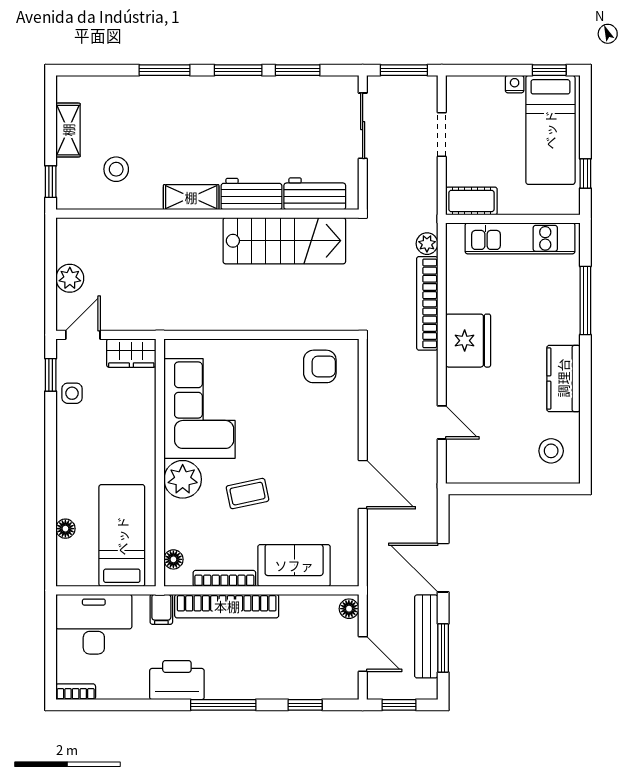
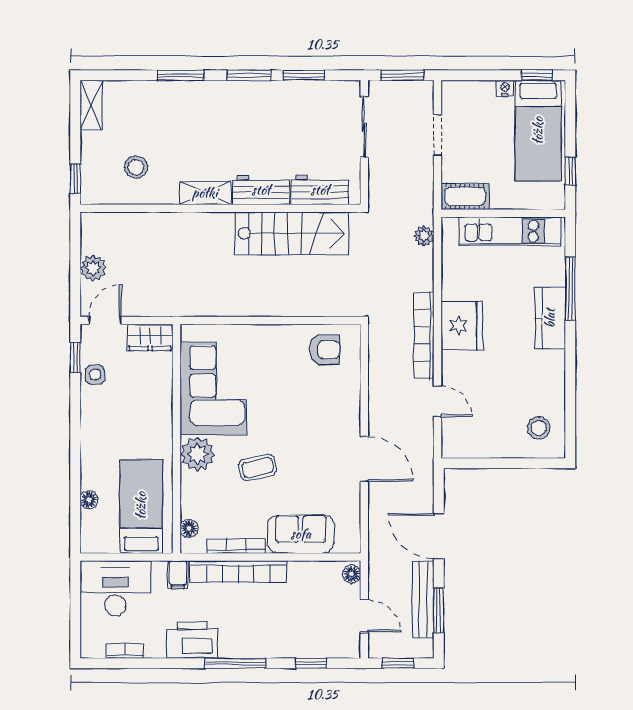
shelving: (68, 130) -> (91, 105), moved
bookcase: (427, 303) -> (424, 335), moved
kitchen counter: (563, 378) -> (550, 318), moved
bookcase: (76, 692) -> (125, 651), moved

